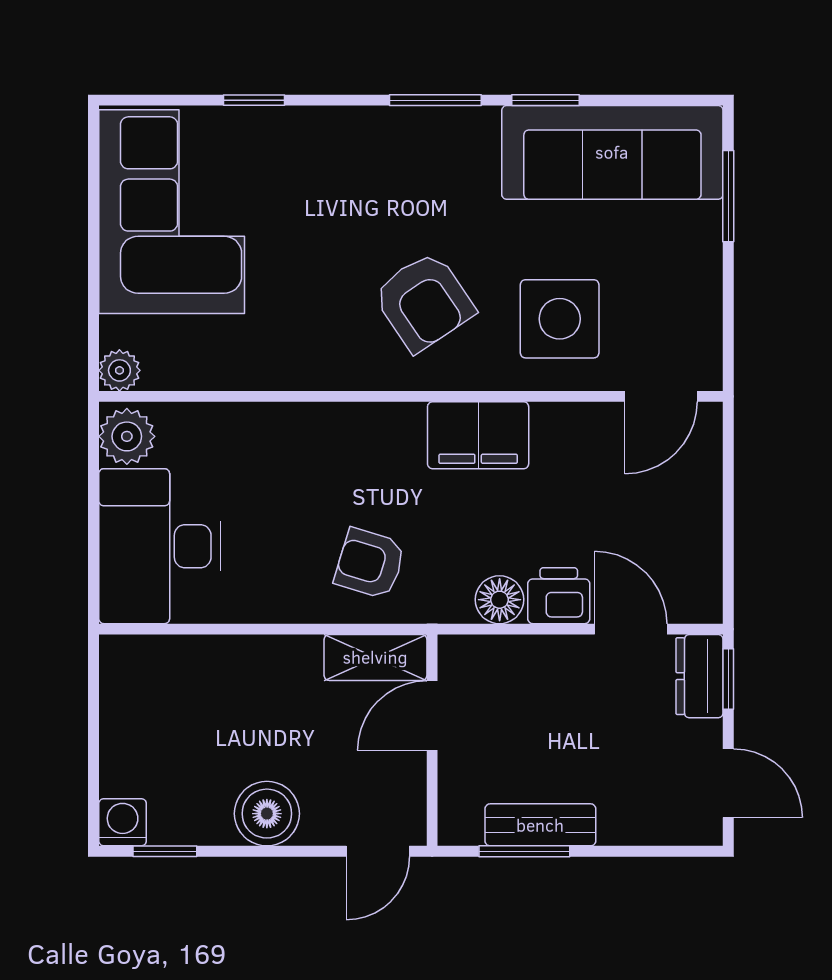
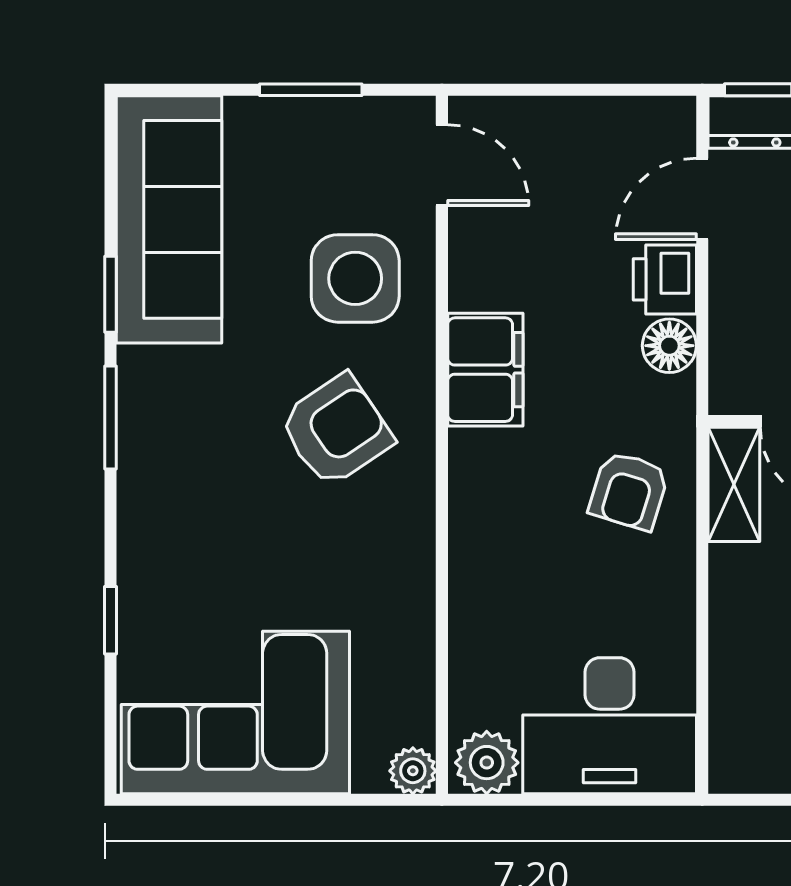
window: (728, 196) -> (311, 90), moved

